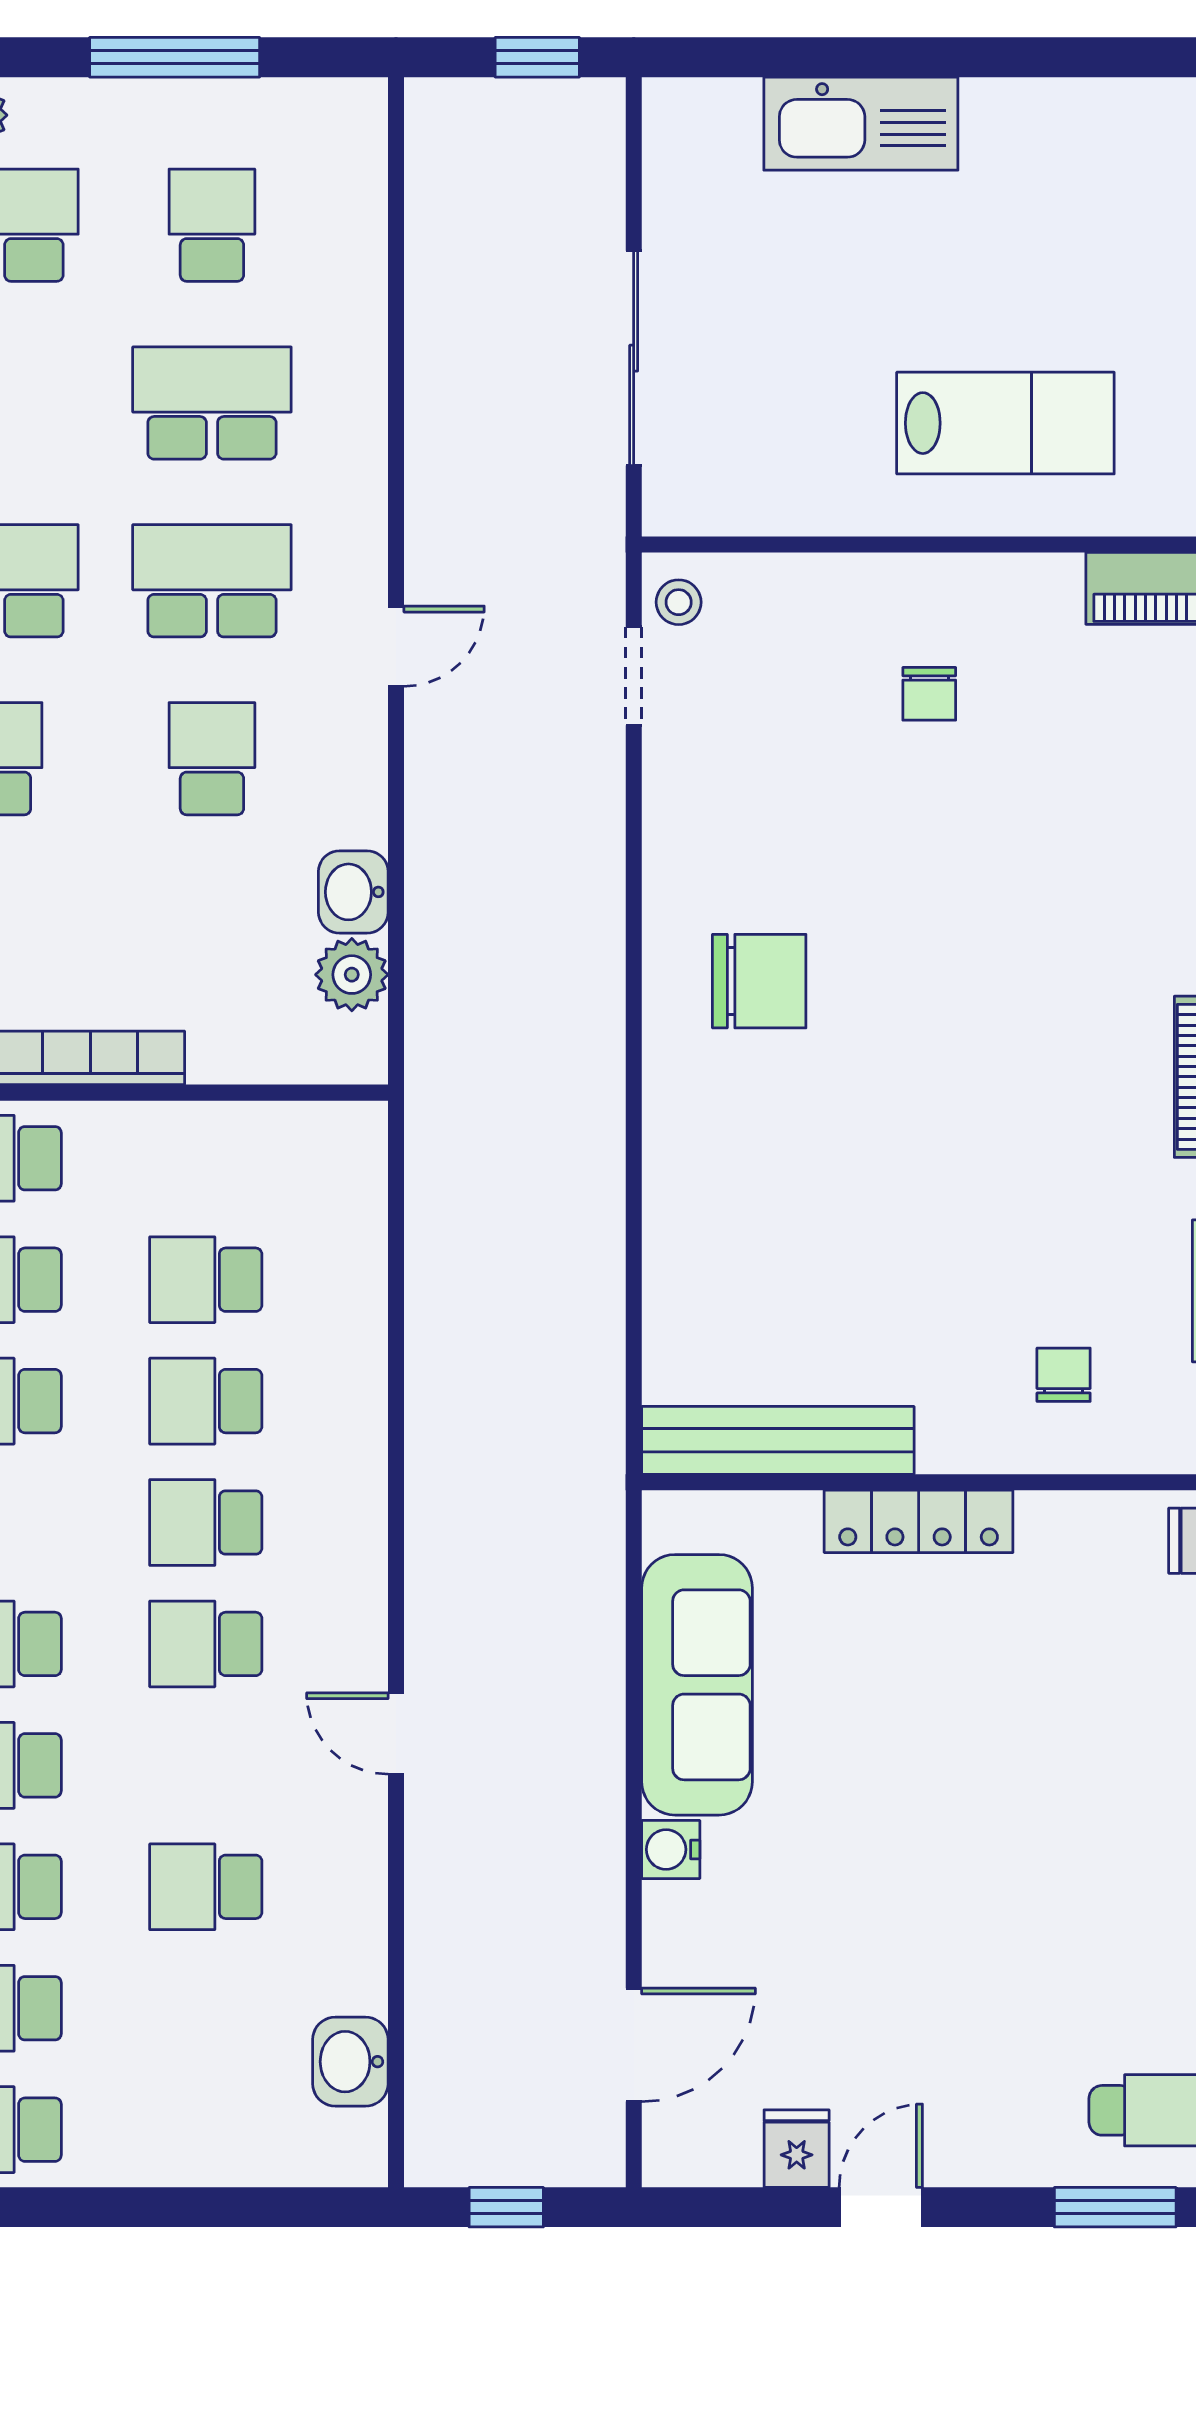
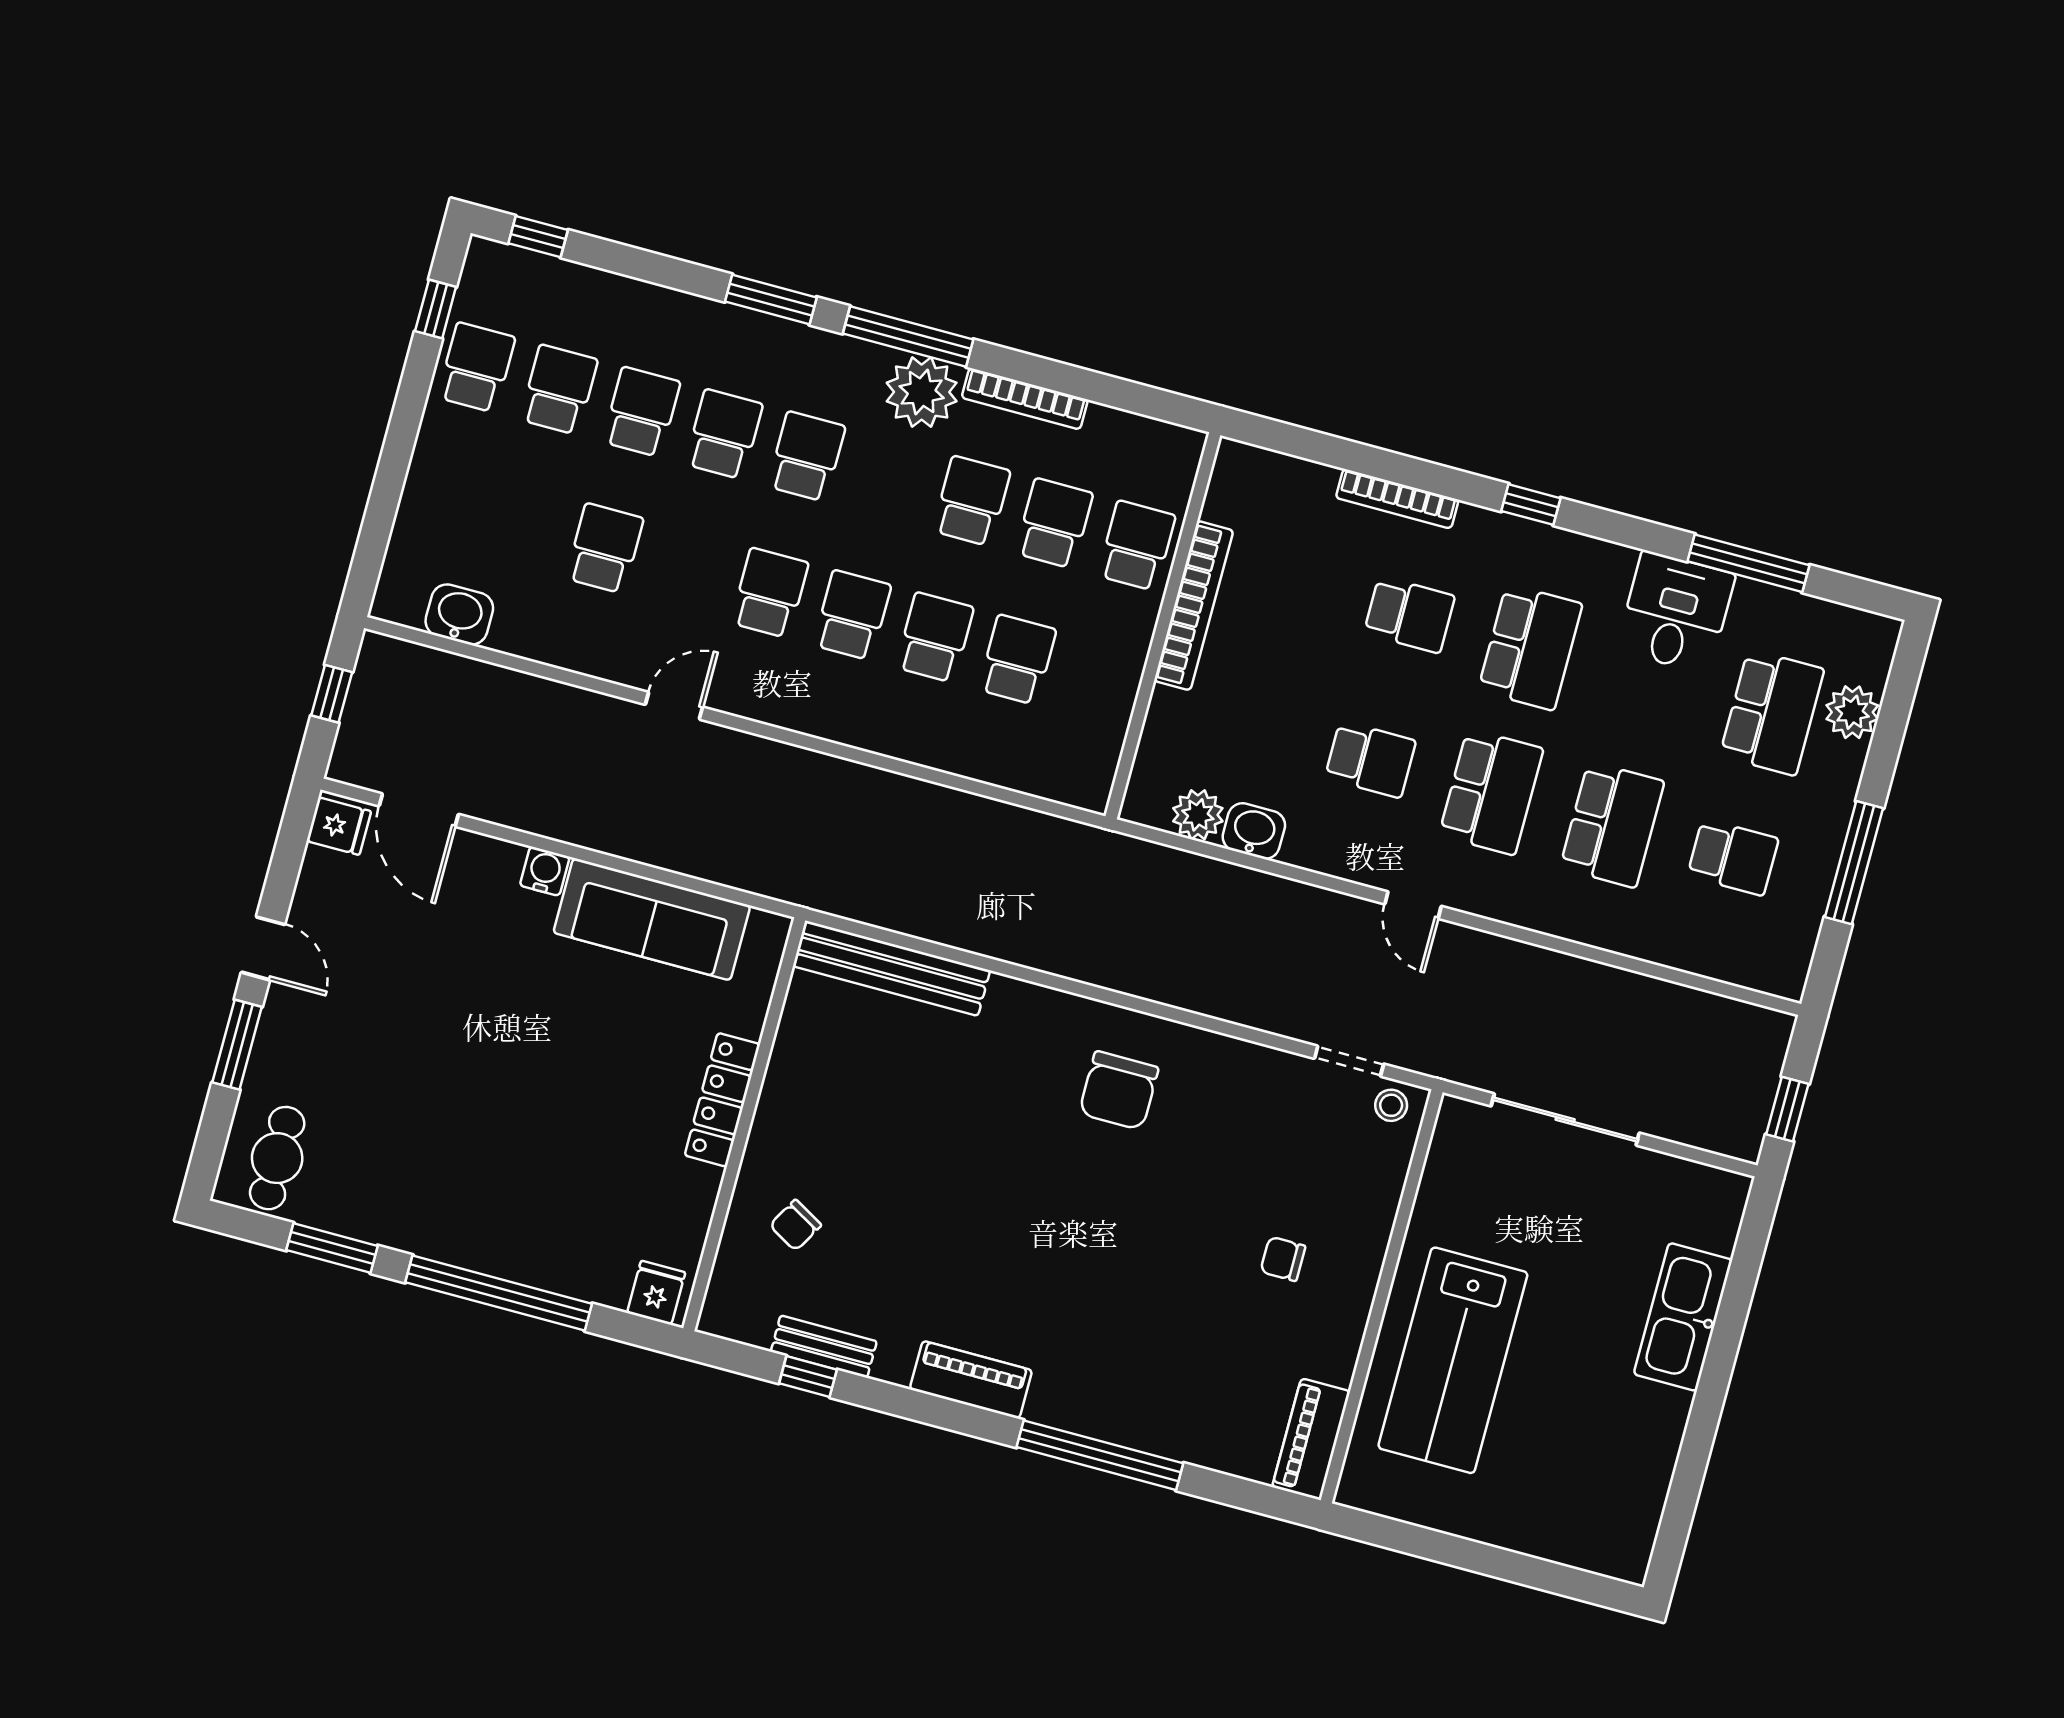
lab bench: (1005, 423) -> (1453, 1360), width x1.36, depth x1.39
chair: (1064, 1375) -> (795, 1225), turned 120
bench: (778, 1440) -> (891, 968), moved, turned 90
fridge: (797, 2149) -> (339, 826), moved
window: (1115, 2207) -> (237, 1045), moved

